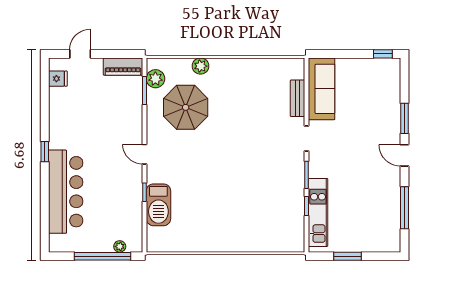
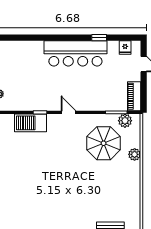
window: (45, 152) -> (99, 38), moved
door: (144, 154) -> (68, 112), hinge flipped
bar counter: (66, 192) -> (75, 53), moved

